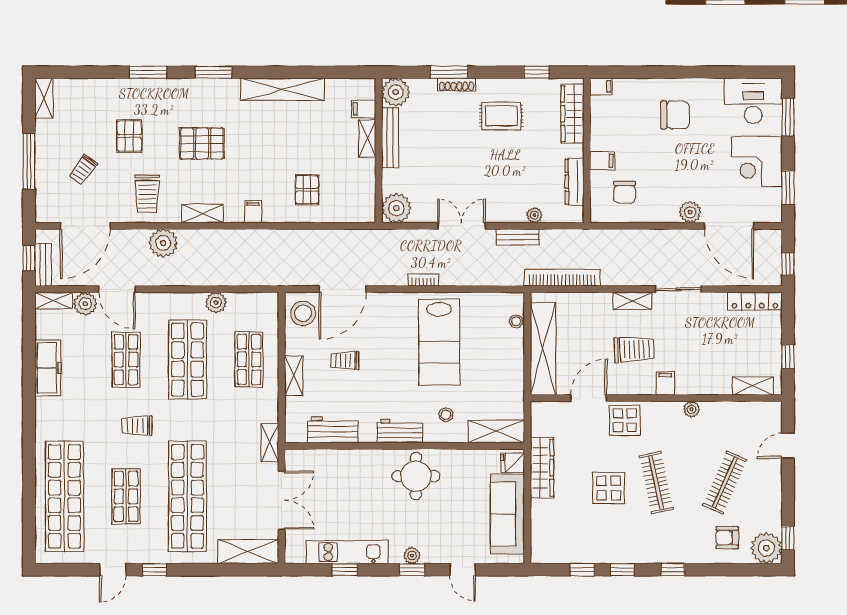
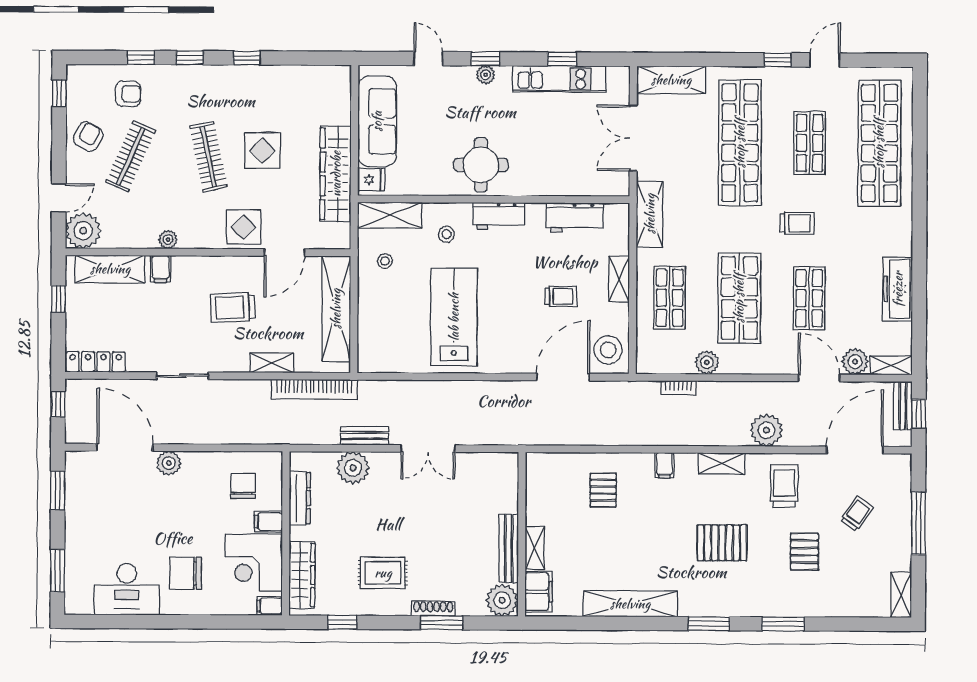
desk: (753, 101) -> (127, 589), moved
filing cabinet: (364, 109) -> (539, 592), width x2.00
corner desk: (757, 162) -> (254, 563), moved, turned 180
plant: (396, 208) -> (502, 469), removed
plant: (534, 215) -> (353, 468), width x1.87, depth x1.87
bookcase: (423, 280) -> (678, 388), moved
shelving: (632, 301) -> (272, 363), moved
stool: (516, 321) -> (385, 261), moved
filing cabinet: (665, 383) -> (161, 269), moved
shelving: (753, 386) -> (110, 269), width x1.50, depth x1.33
shelving: (270, 443) -> (650, 214), width x1.50, depth x1.33
wardrobe: (542, 468) -> (336, 174), width x1.40, depth x1.17
armchair: (762, 500) -> (88, 137), added
plant: (766, 548) -> (83, 231), moved
window: (582, 570) -> (141, 58), moved

